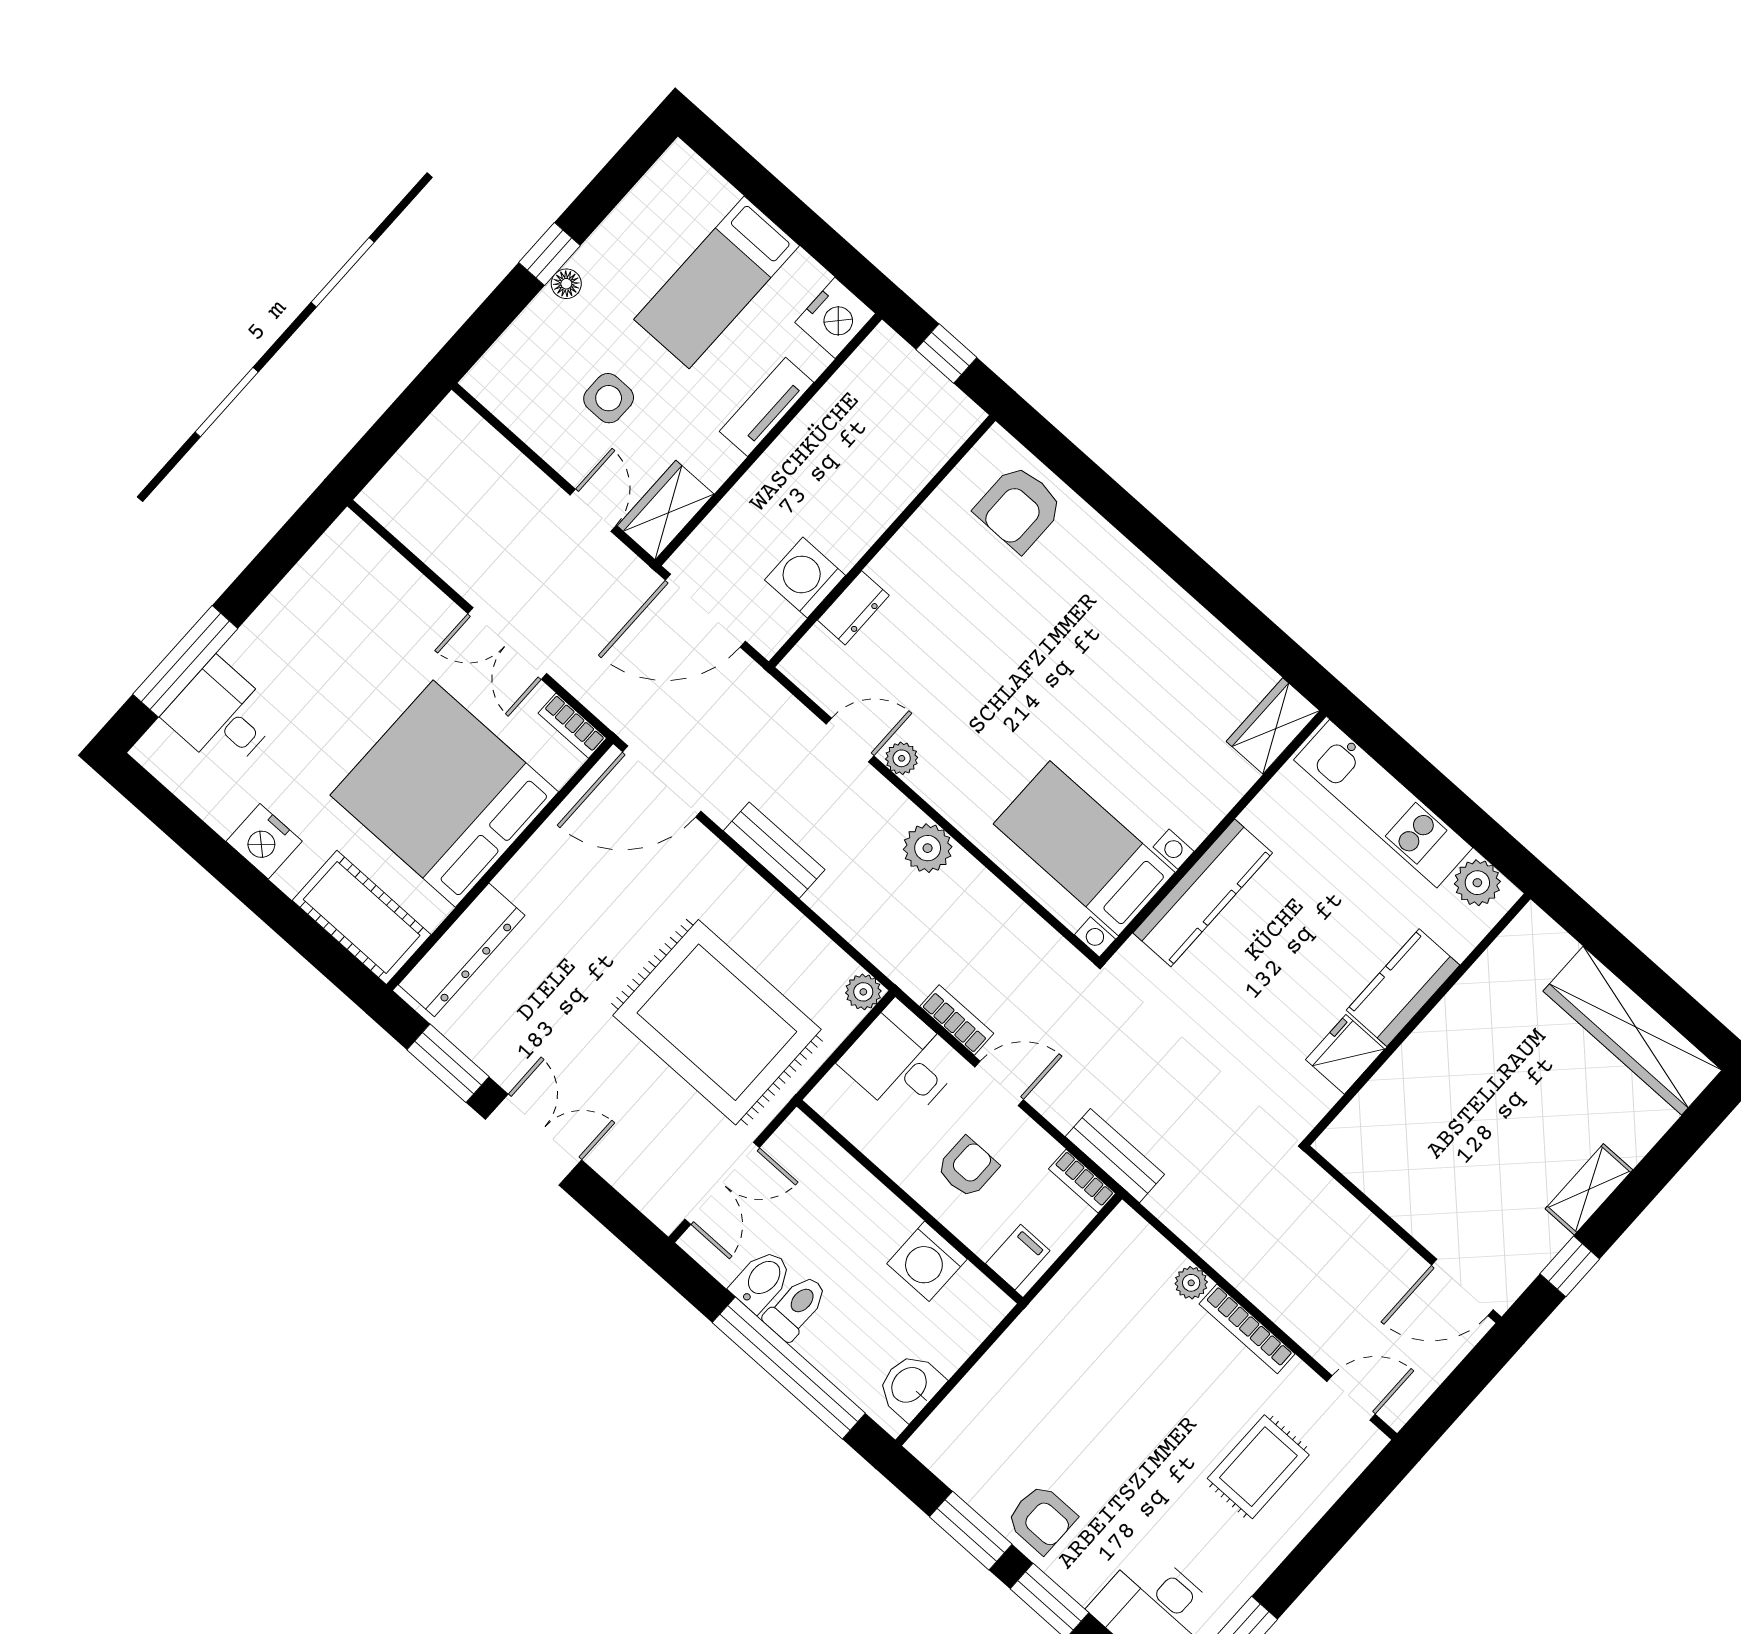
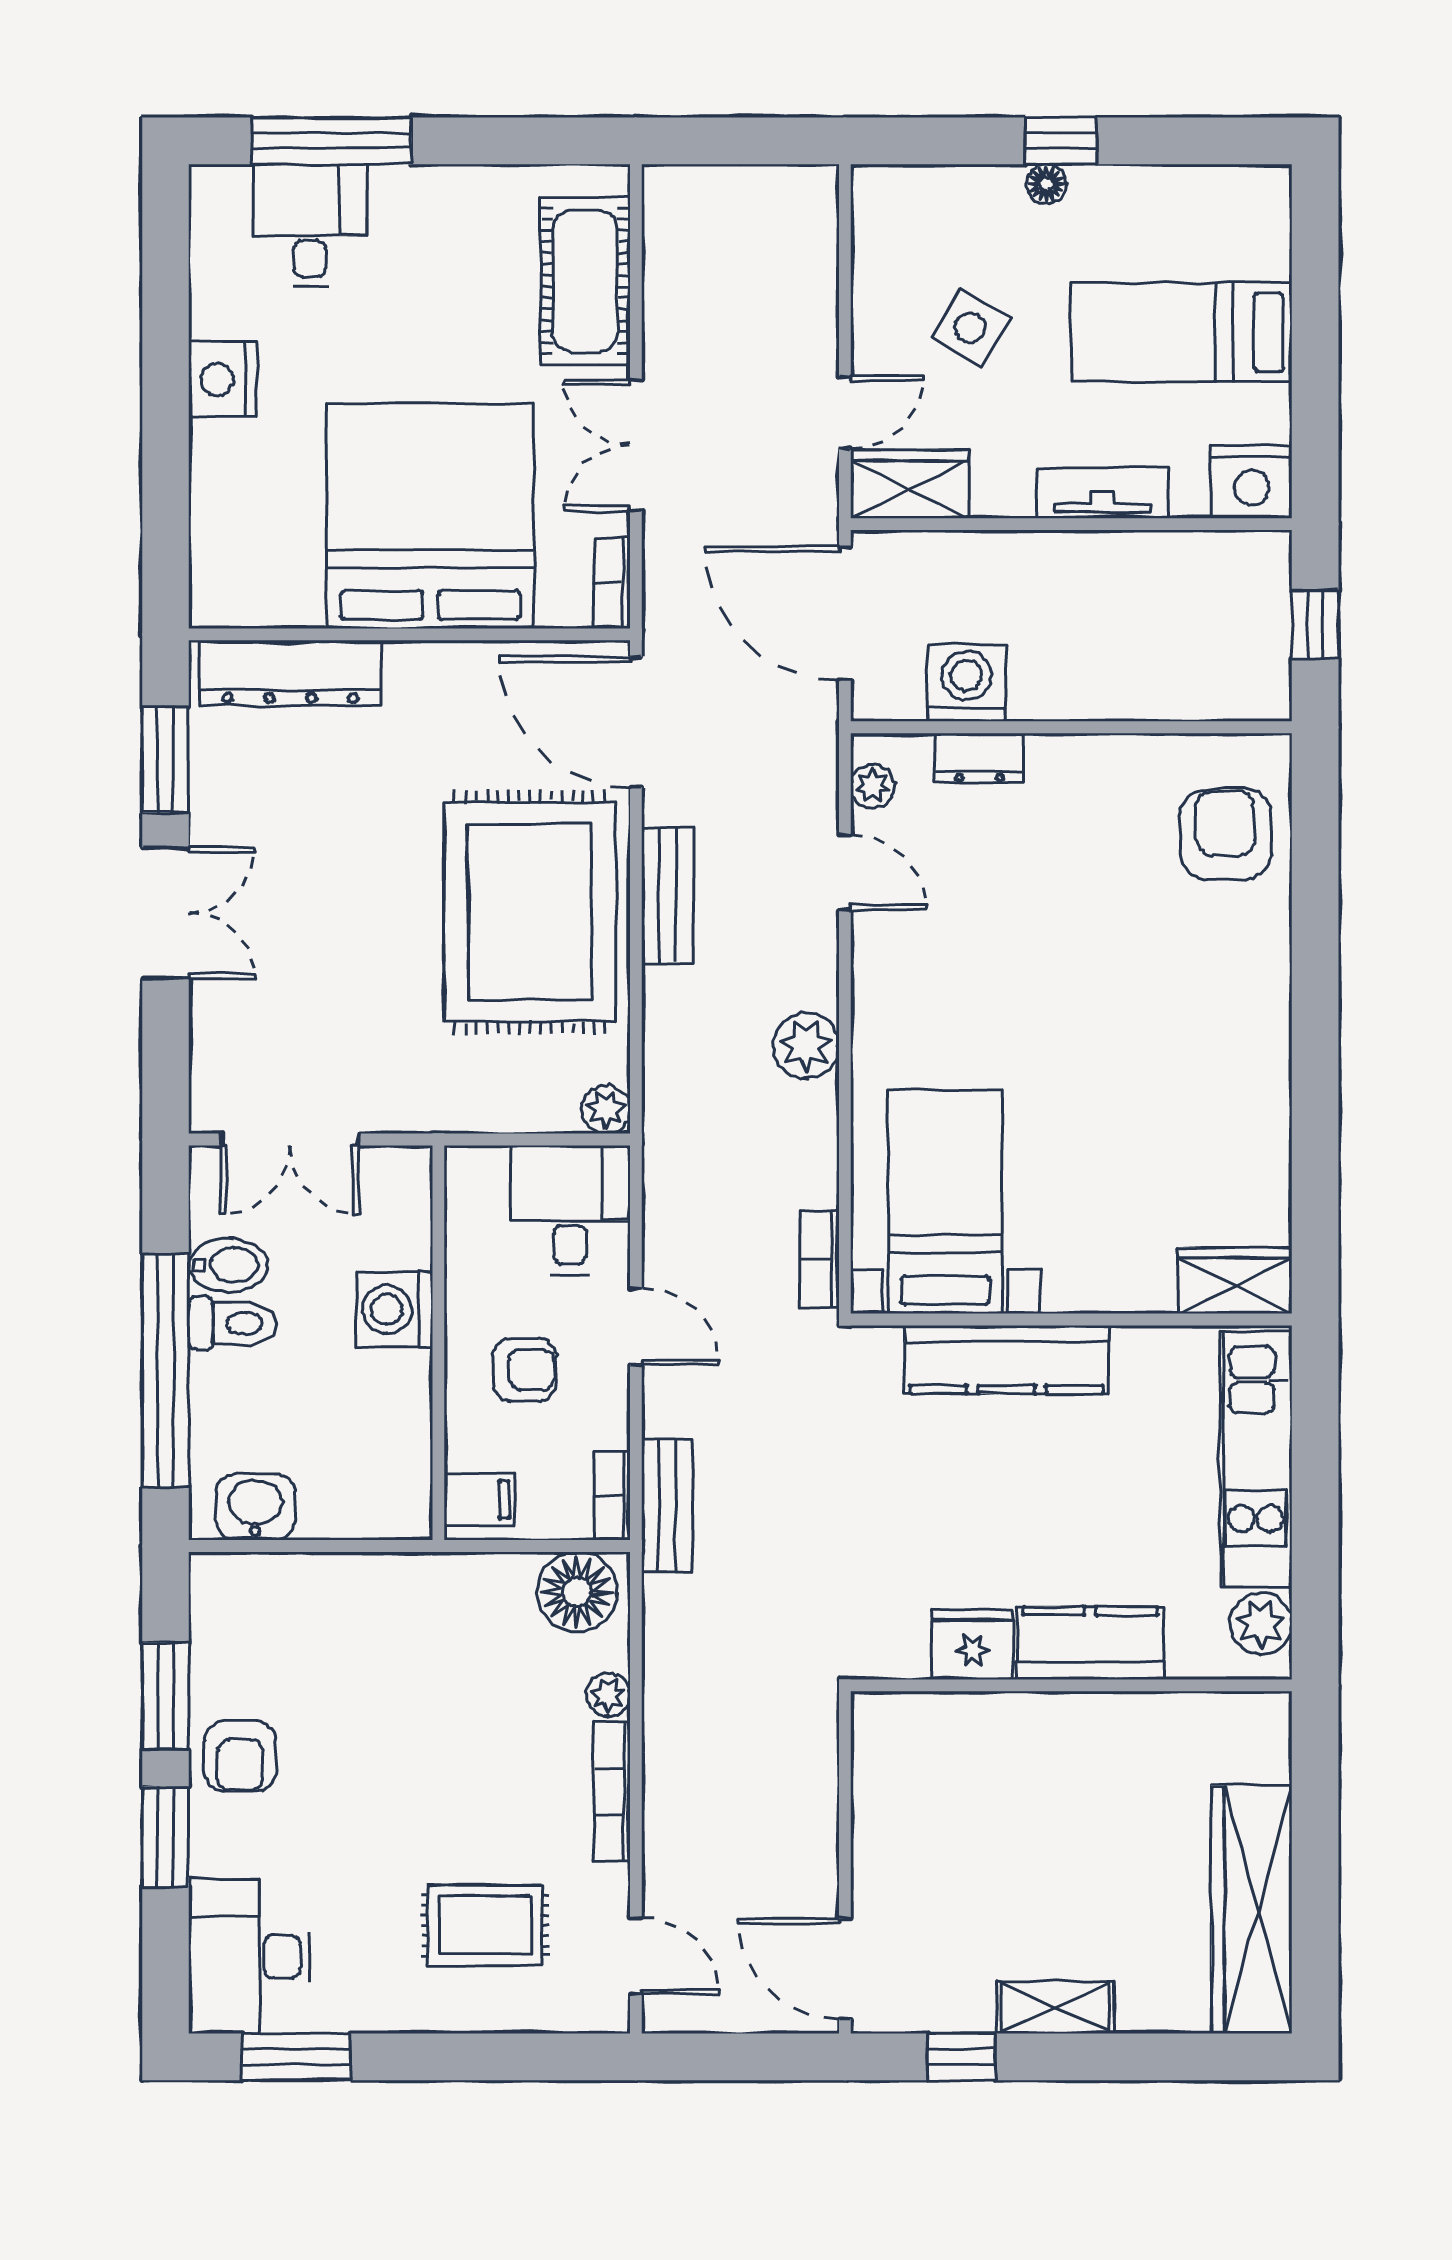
side table: (609, 398) -> (970, 328), turned 31
armchair: (1019, 508) -> (1226, 834), turned 89
plant: (902, 758) -> (872, 786), moved
cot: (362, 917) -> (585, 281), moved
bookcase: (957, 1020) -> (819, 1259), moved, turned 180
rug: (717, 1022) -> (530, 912), moved
floor lamp: (1118, 1249) -> (577, 1592), added
washing machine: (927, 1261) -> (395, 1309), moved

